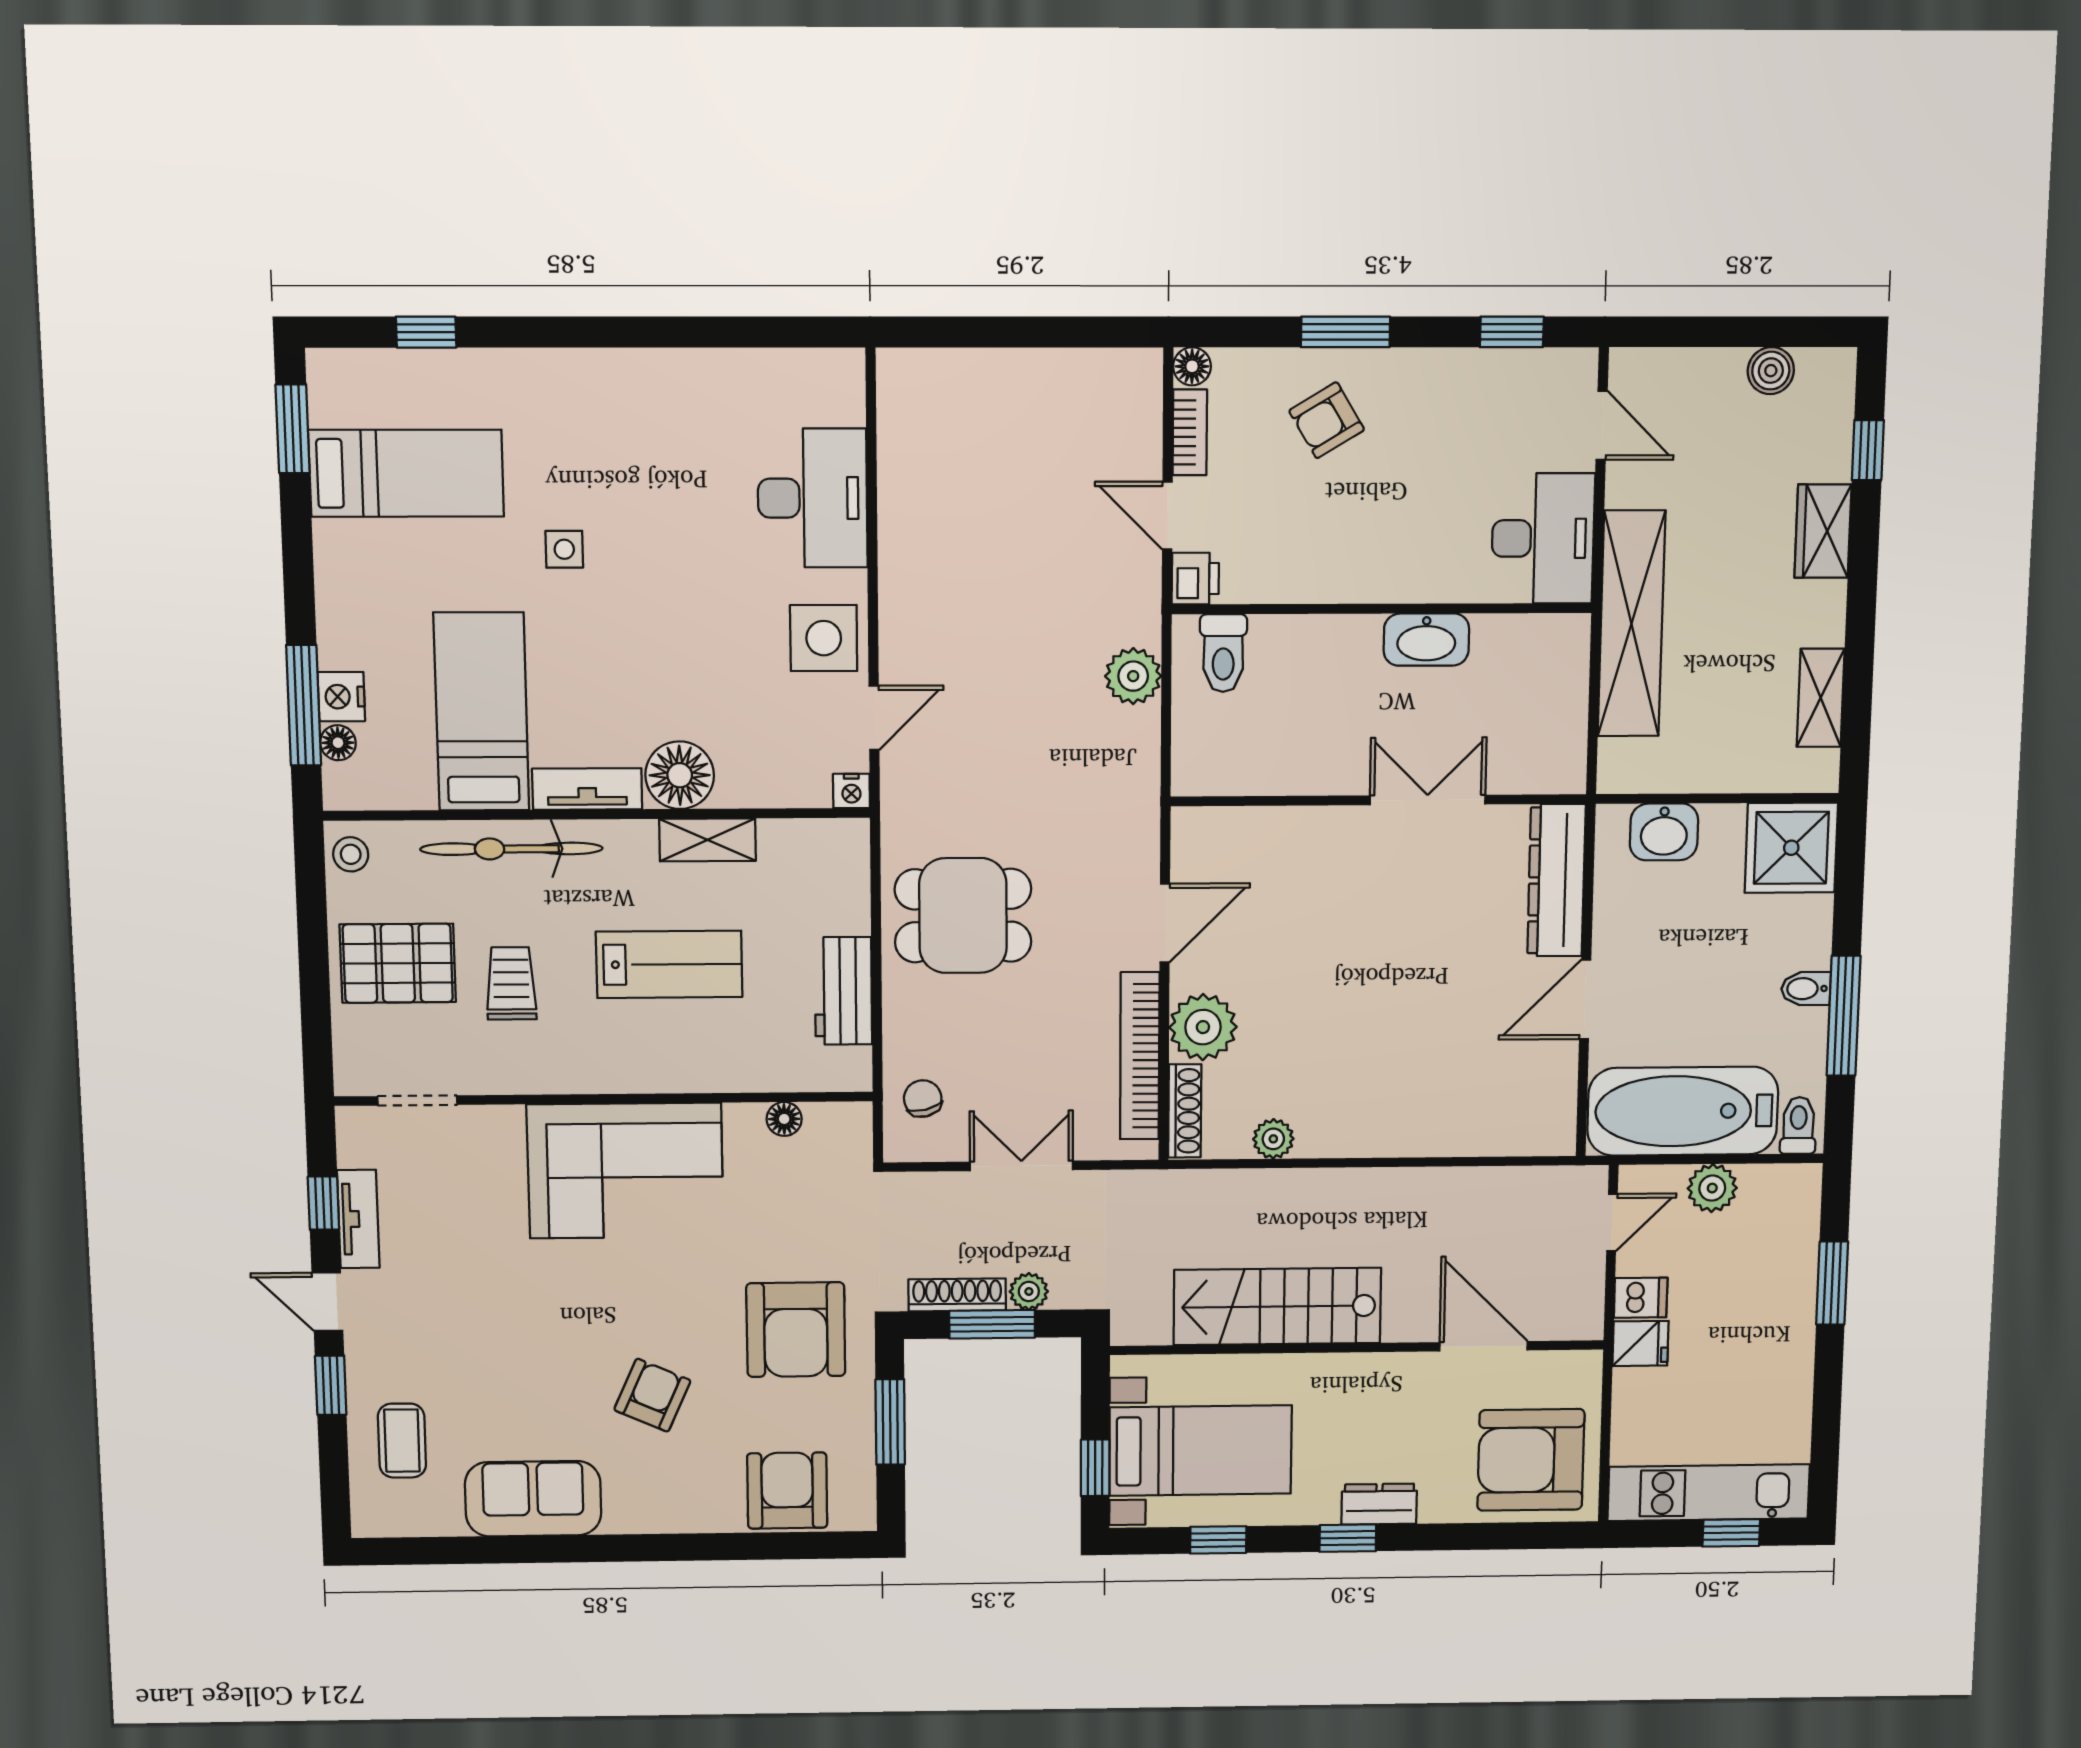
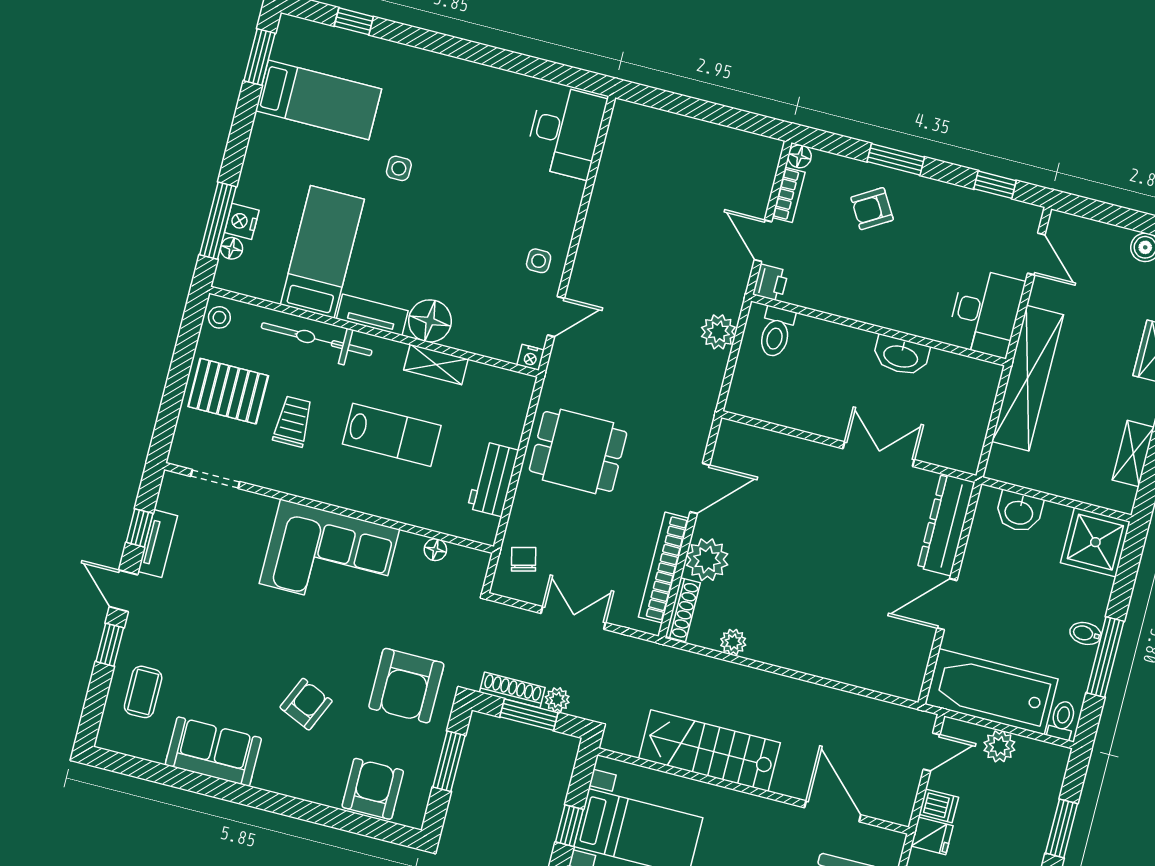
desk: (813, 498) -> (566, 132), moved
side table: (824, 638) -> (539, 261), width x0.54, depth x0.54

